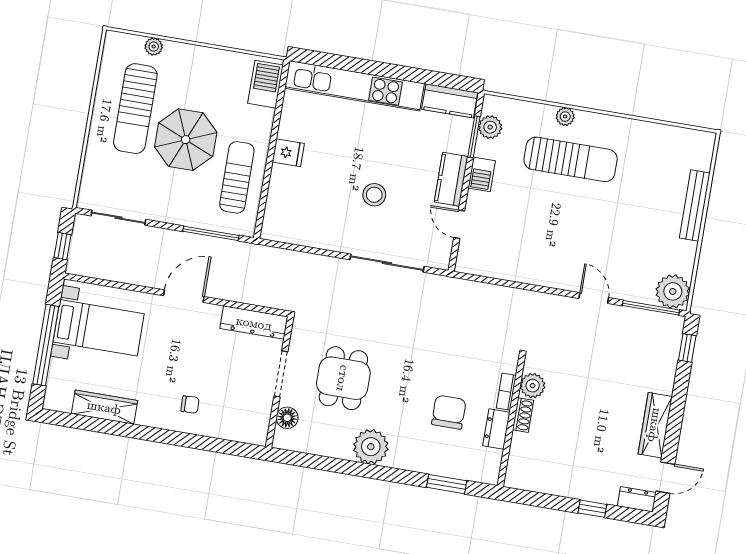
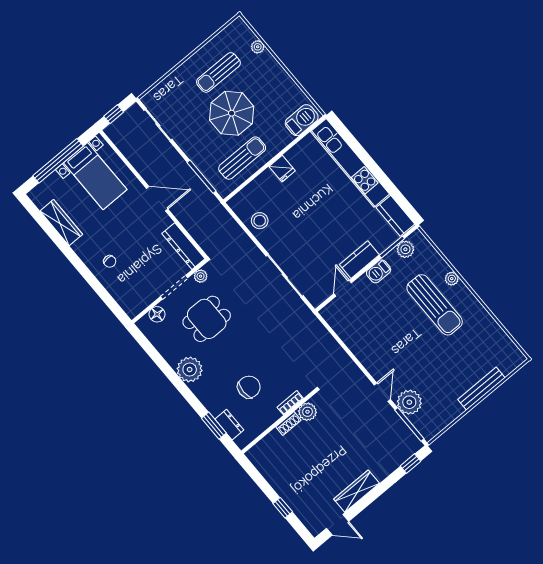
sun lounger: (135, 109) -> (218, 72), width x0.73, depth x0.75
stool: (374, 195) -> (260, 221), moved
plant: (673, 291) -> (409, 402), moved
plant: (299, 339) -> (201, 276), added
dresser: (496, 429) -> (229, 425), moved, turned 90
dresser: (637, 499) -> (312, 523), removed

